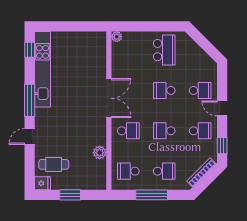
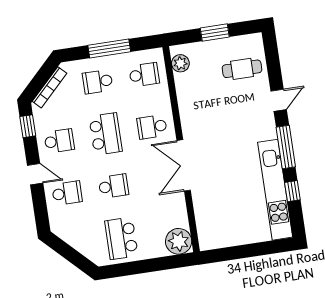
plant: (117, 37) -> (179, 241), width x1.88, depth x1.88
window: (30, 50) -> (292, 191), moved
school desk: (200, 90) -> (67, 193), turned 180
school desk: (164, 131) -> (106, 134), width x1.85
school desk: (200, 131) -> (59, 141), turned 180
plant: (100, 153) -> (180, 63), moved
fridge: (42, 183) -> (253, 42), removed

